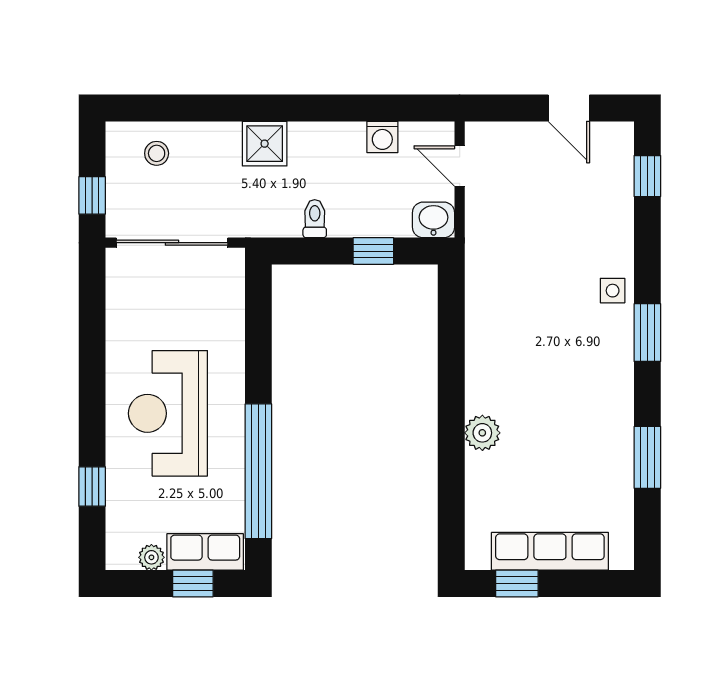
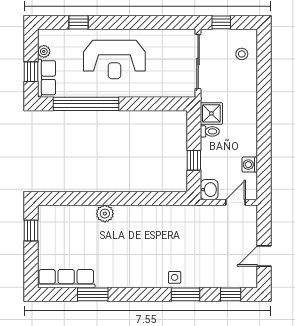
shower: (265, 144) -> (211, 113), moved
window: (647, 333) -> (186, 294), moved
reception desk: (168, 413) -> (114, 60), turned 180
row of seats: (550, 551) -> (66, 279), moved, turned -90

